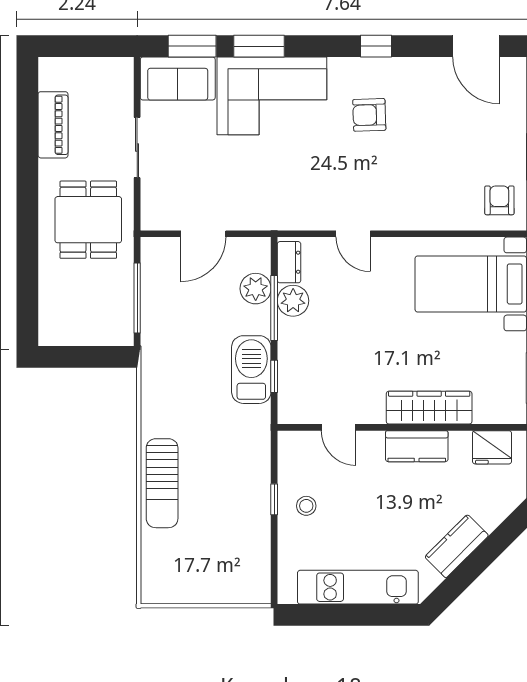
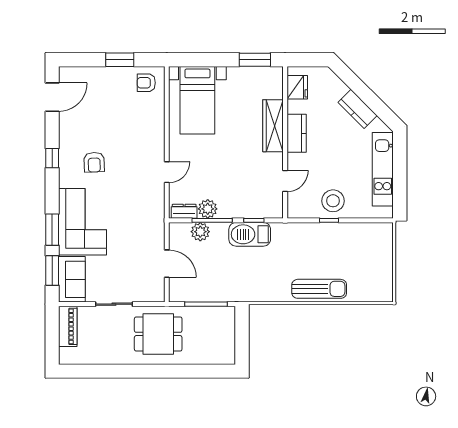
piano: (53, 125) -> (68, 326), moved, turned 90
stool: (306, 506) -> (333, 201), width x1.89, depth x1.89

